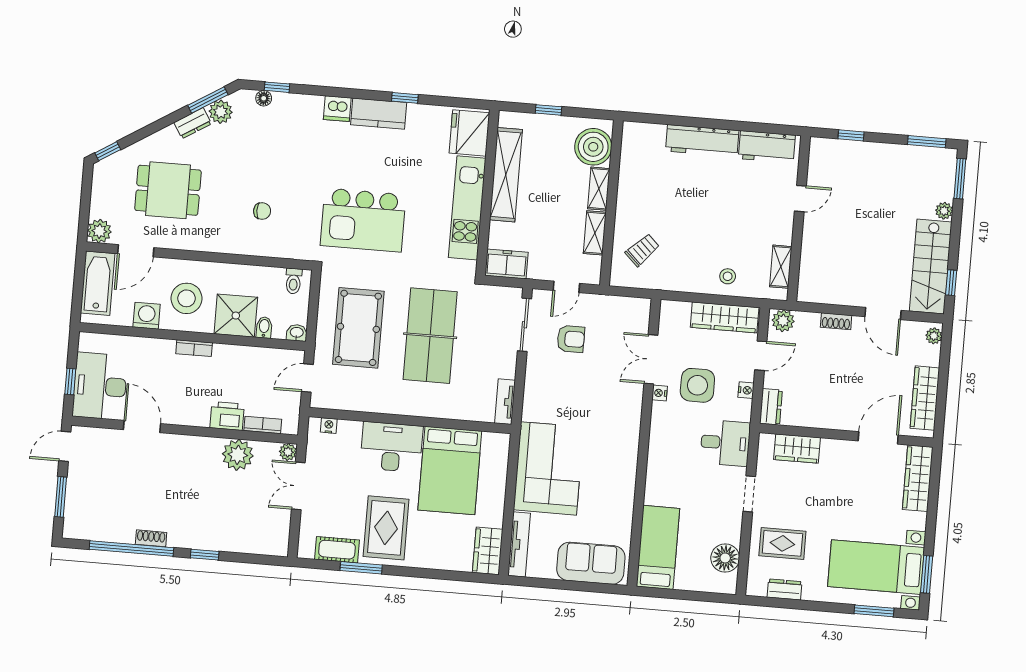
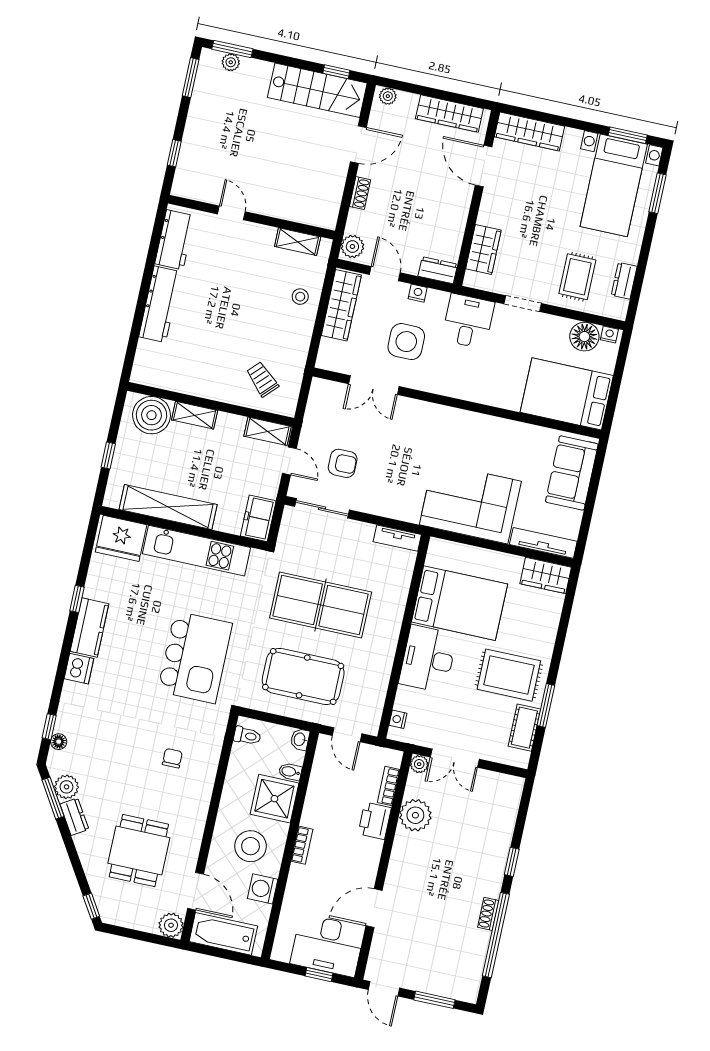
plant: (944, 211) -> (231, 62), moved
shelving: (595, 233) -> (268, 431), moved
armchair: (571, 339) -> (343, 463), turned 90
nightstand: (660, 393) -> (609, 335), moved, turned 180
bed: (658, 547) -> (567, 394), width x1.50

